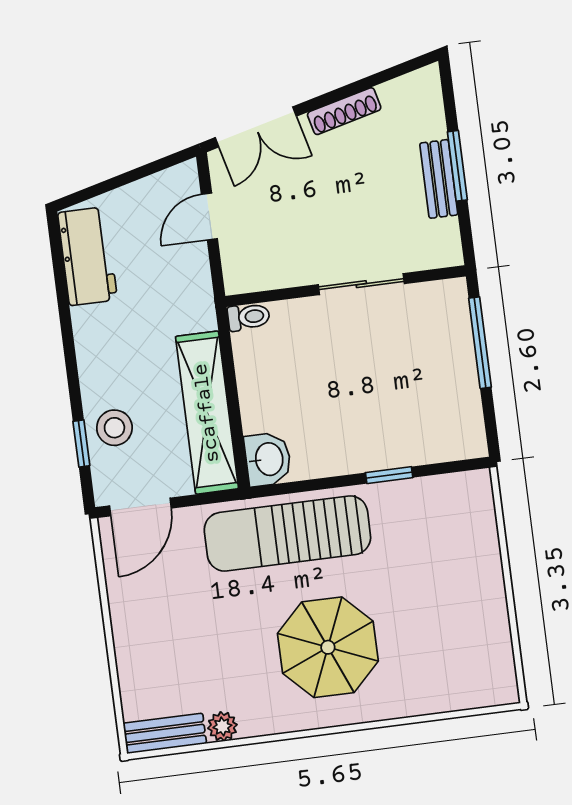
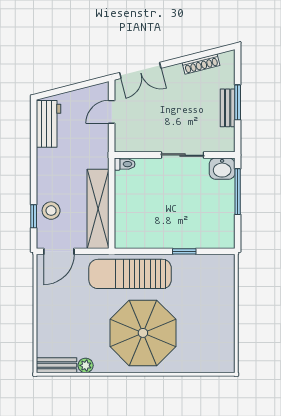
shoe rack: (344, 111) -> (201, 64), moved
washbasin: (268, 459) -> (222, 169), moved, turned 90
parasol: (328, 647) -> (143, 333), width x1.36, depth x1.36

